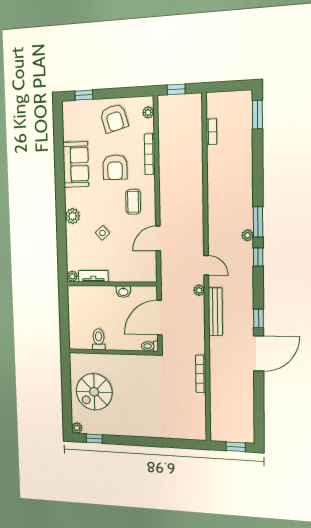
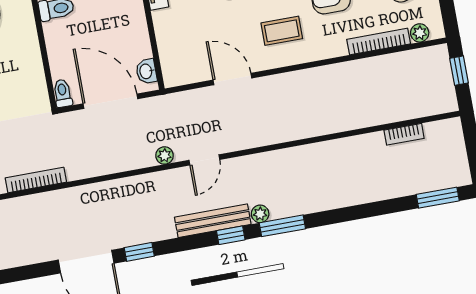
bookcase: (150, 154) -> (379, 42), moved
washbasin: (123, 292) -> (146, 71), moved
bench: (215, 312) -> (213, 221), moved

